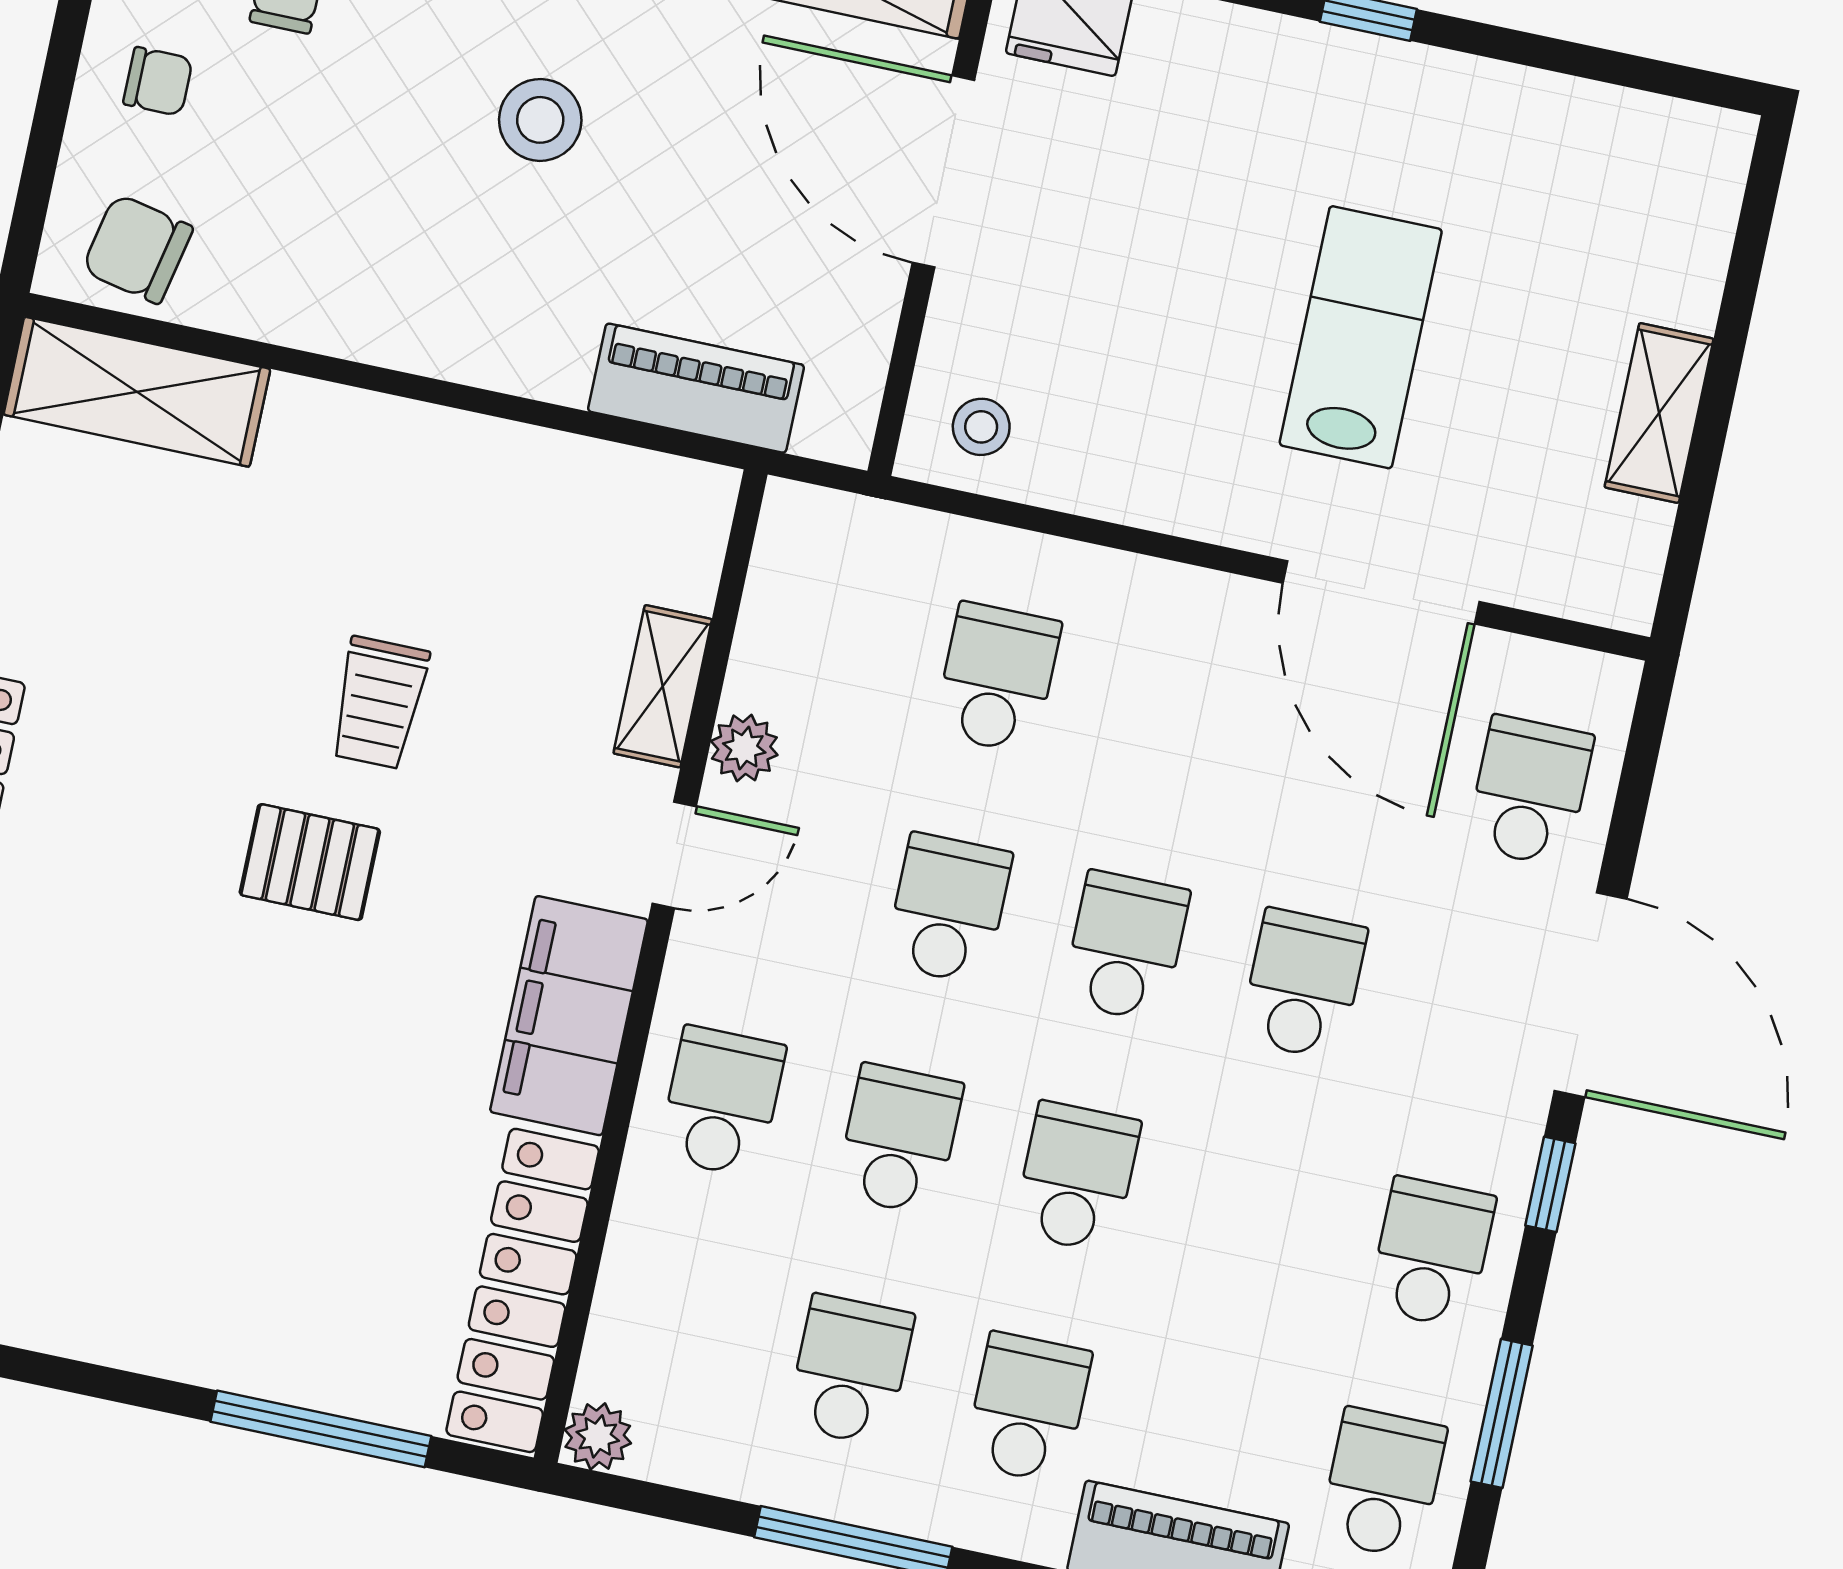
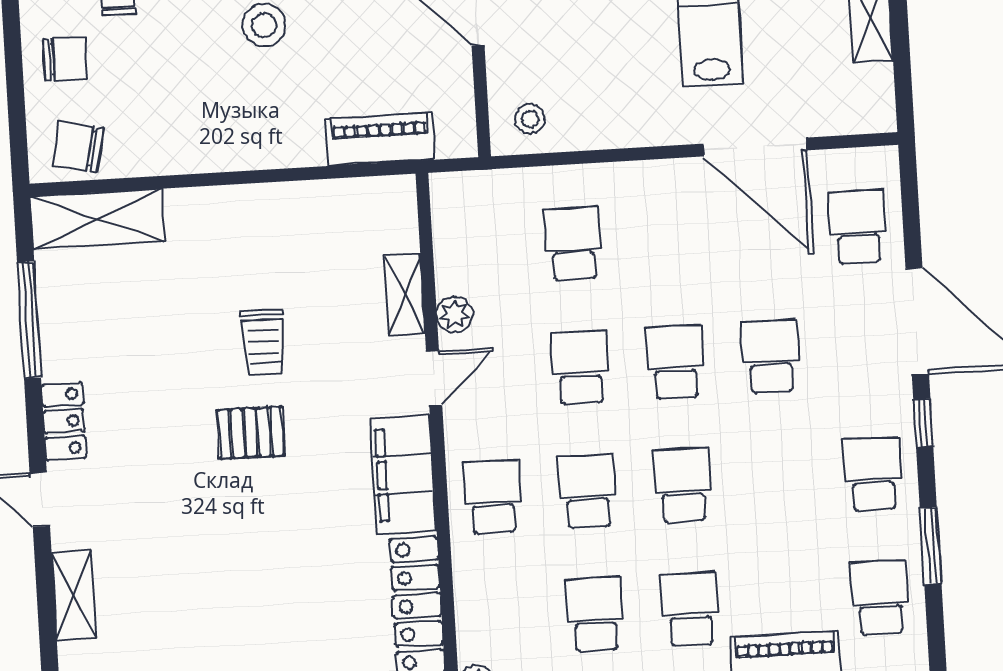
chair: (158, 81) -> (65, 59), width x1.37, depth x1.37

